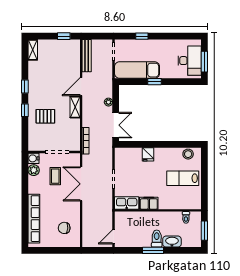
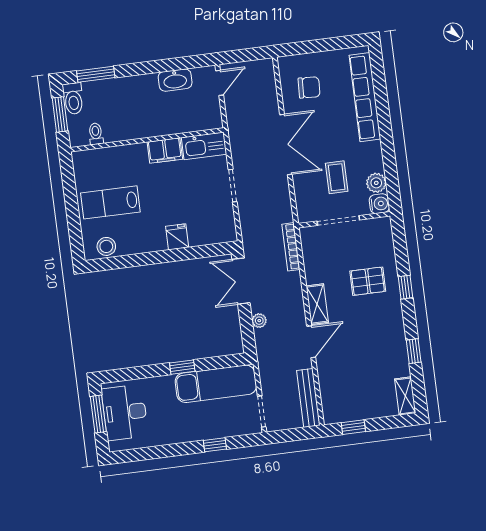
window: (25, 86) -> (414, 351), moved
lab bench: (183, 178) -> (110, 202), turned 180
double door: (81, 184) -> (286, 144), moved
toilet: (157, 239) -> (73, 99), moved
washbasin: (172, 242) -> (175, 80), moved
window: (153, 250) -> (96, 74), moved

